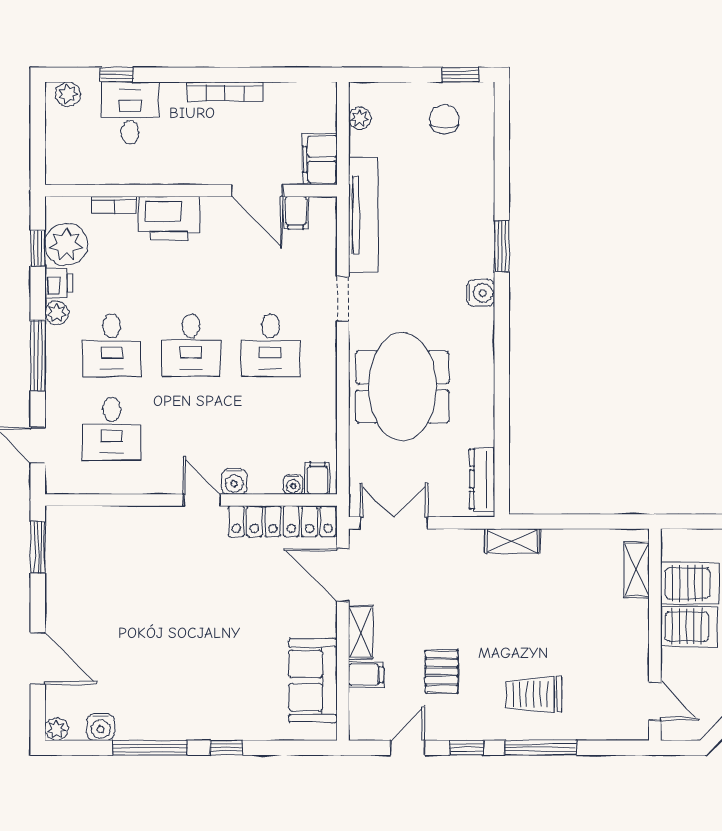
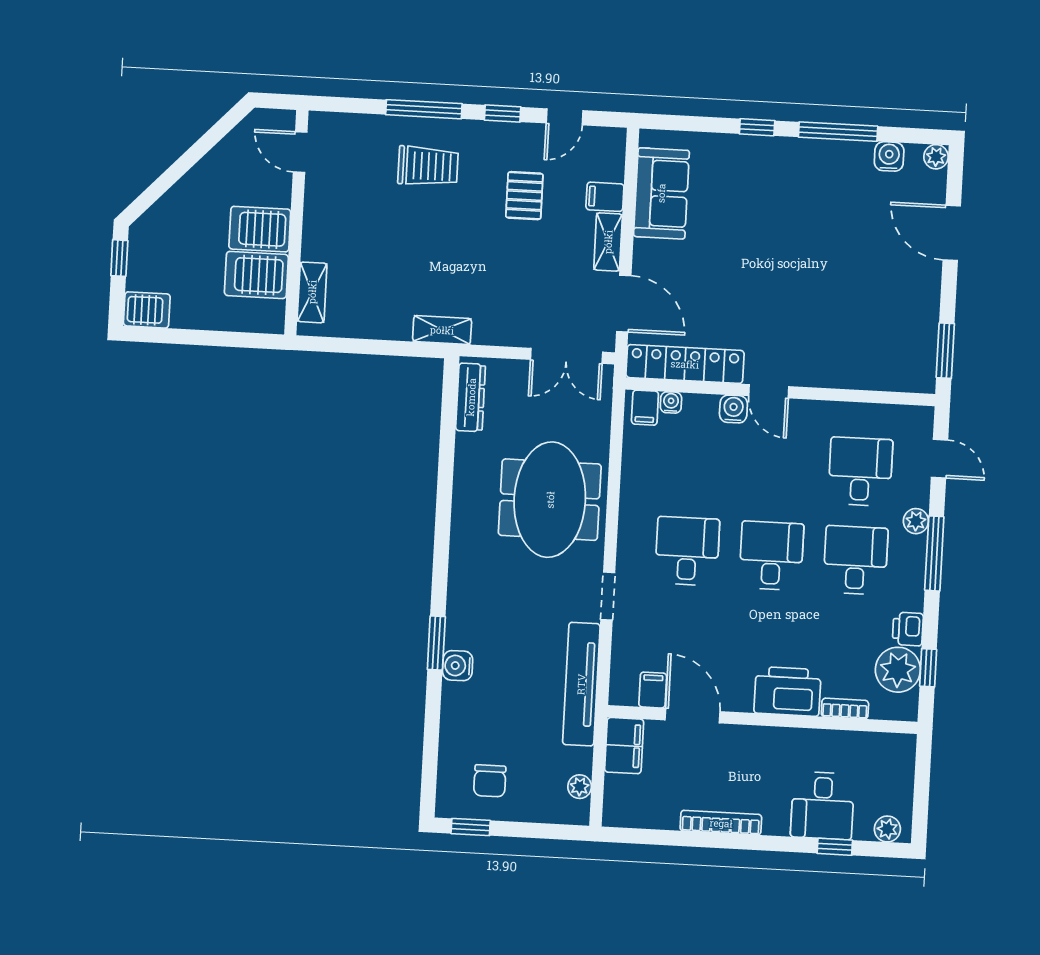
water cooler: (481, 293) -> (458, 666), moved
plant: (57, 313) -> (916, 521), moved

